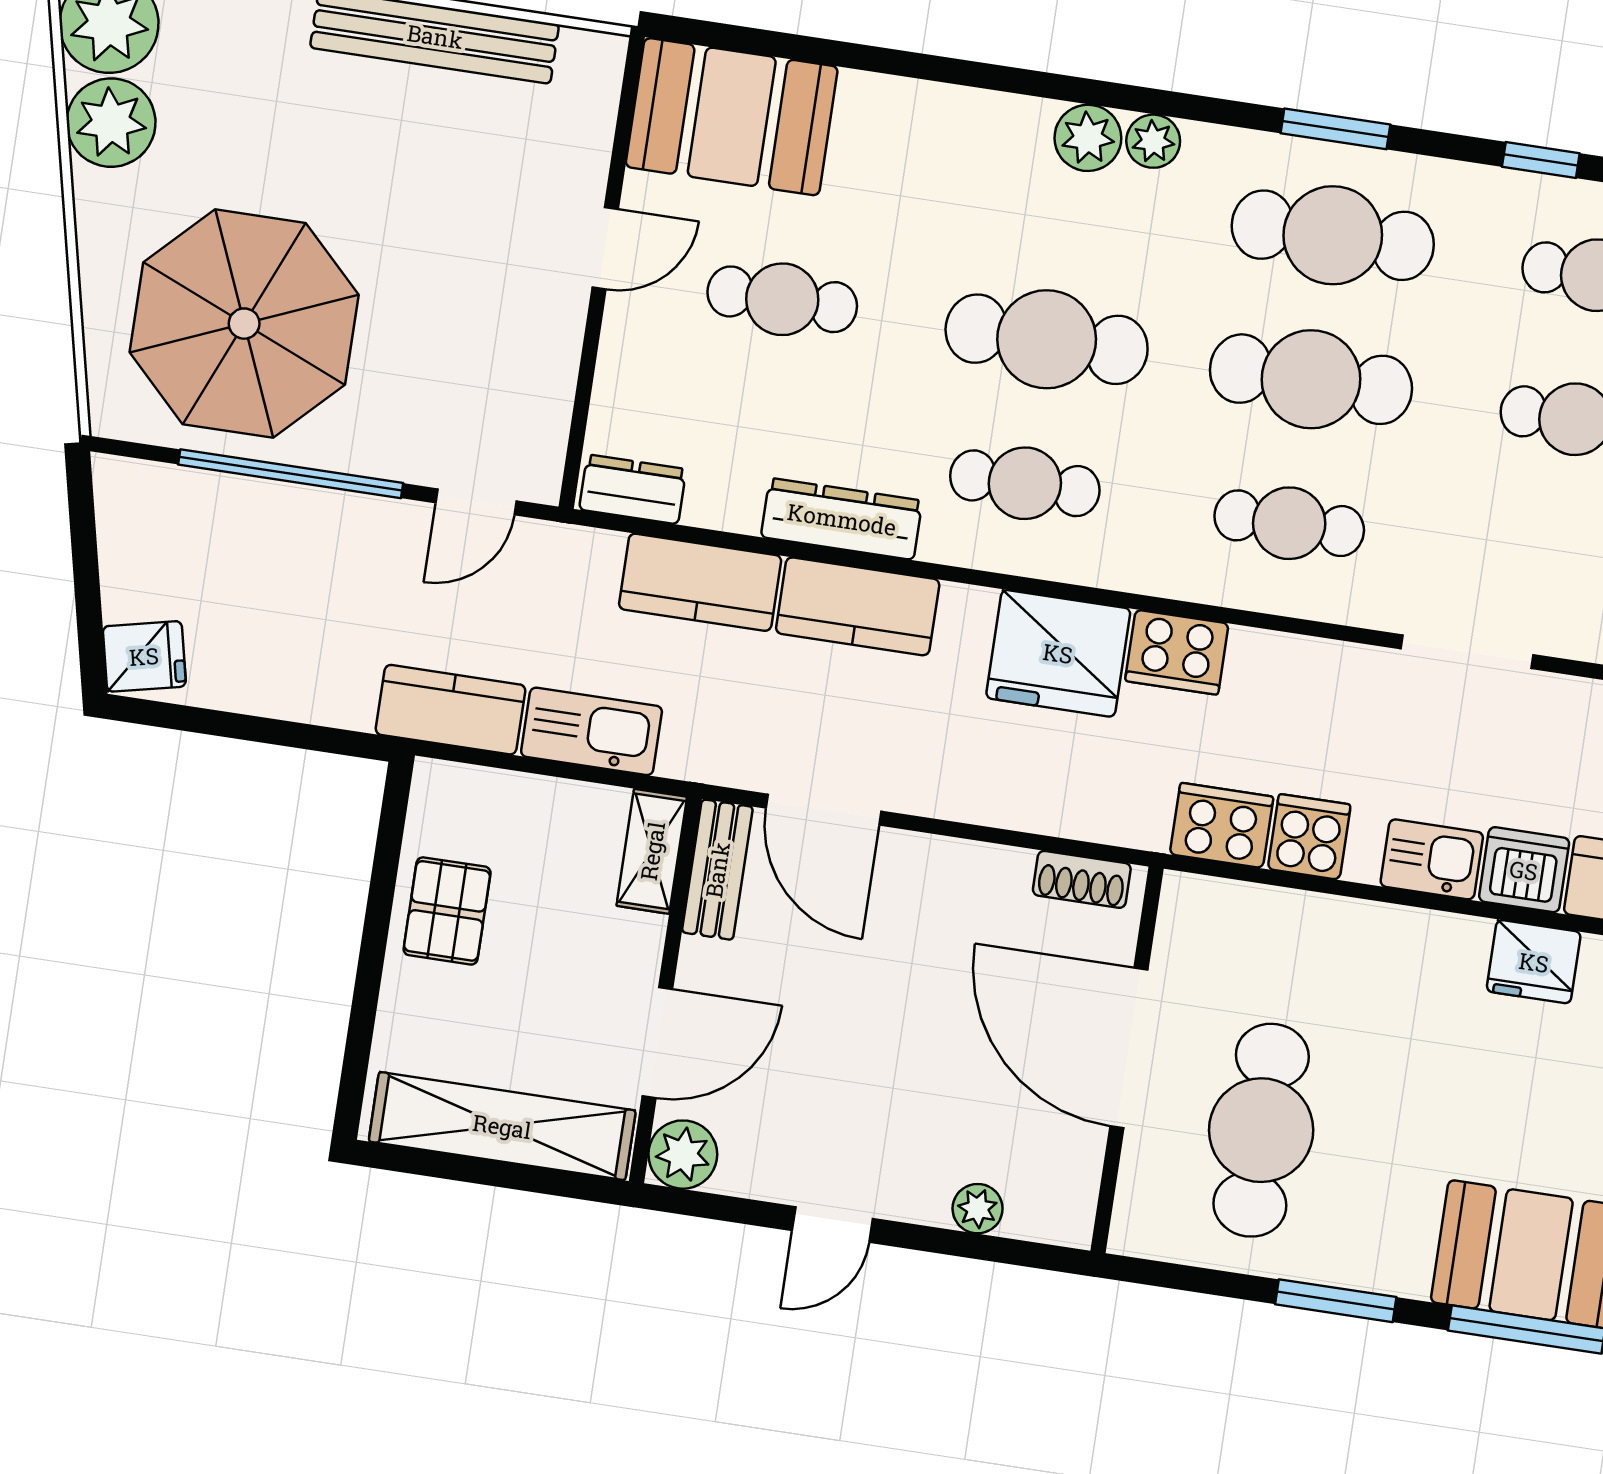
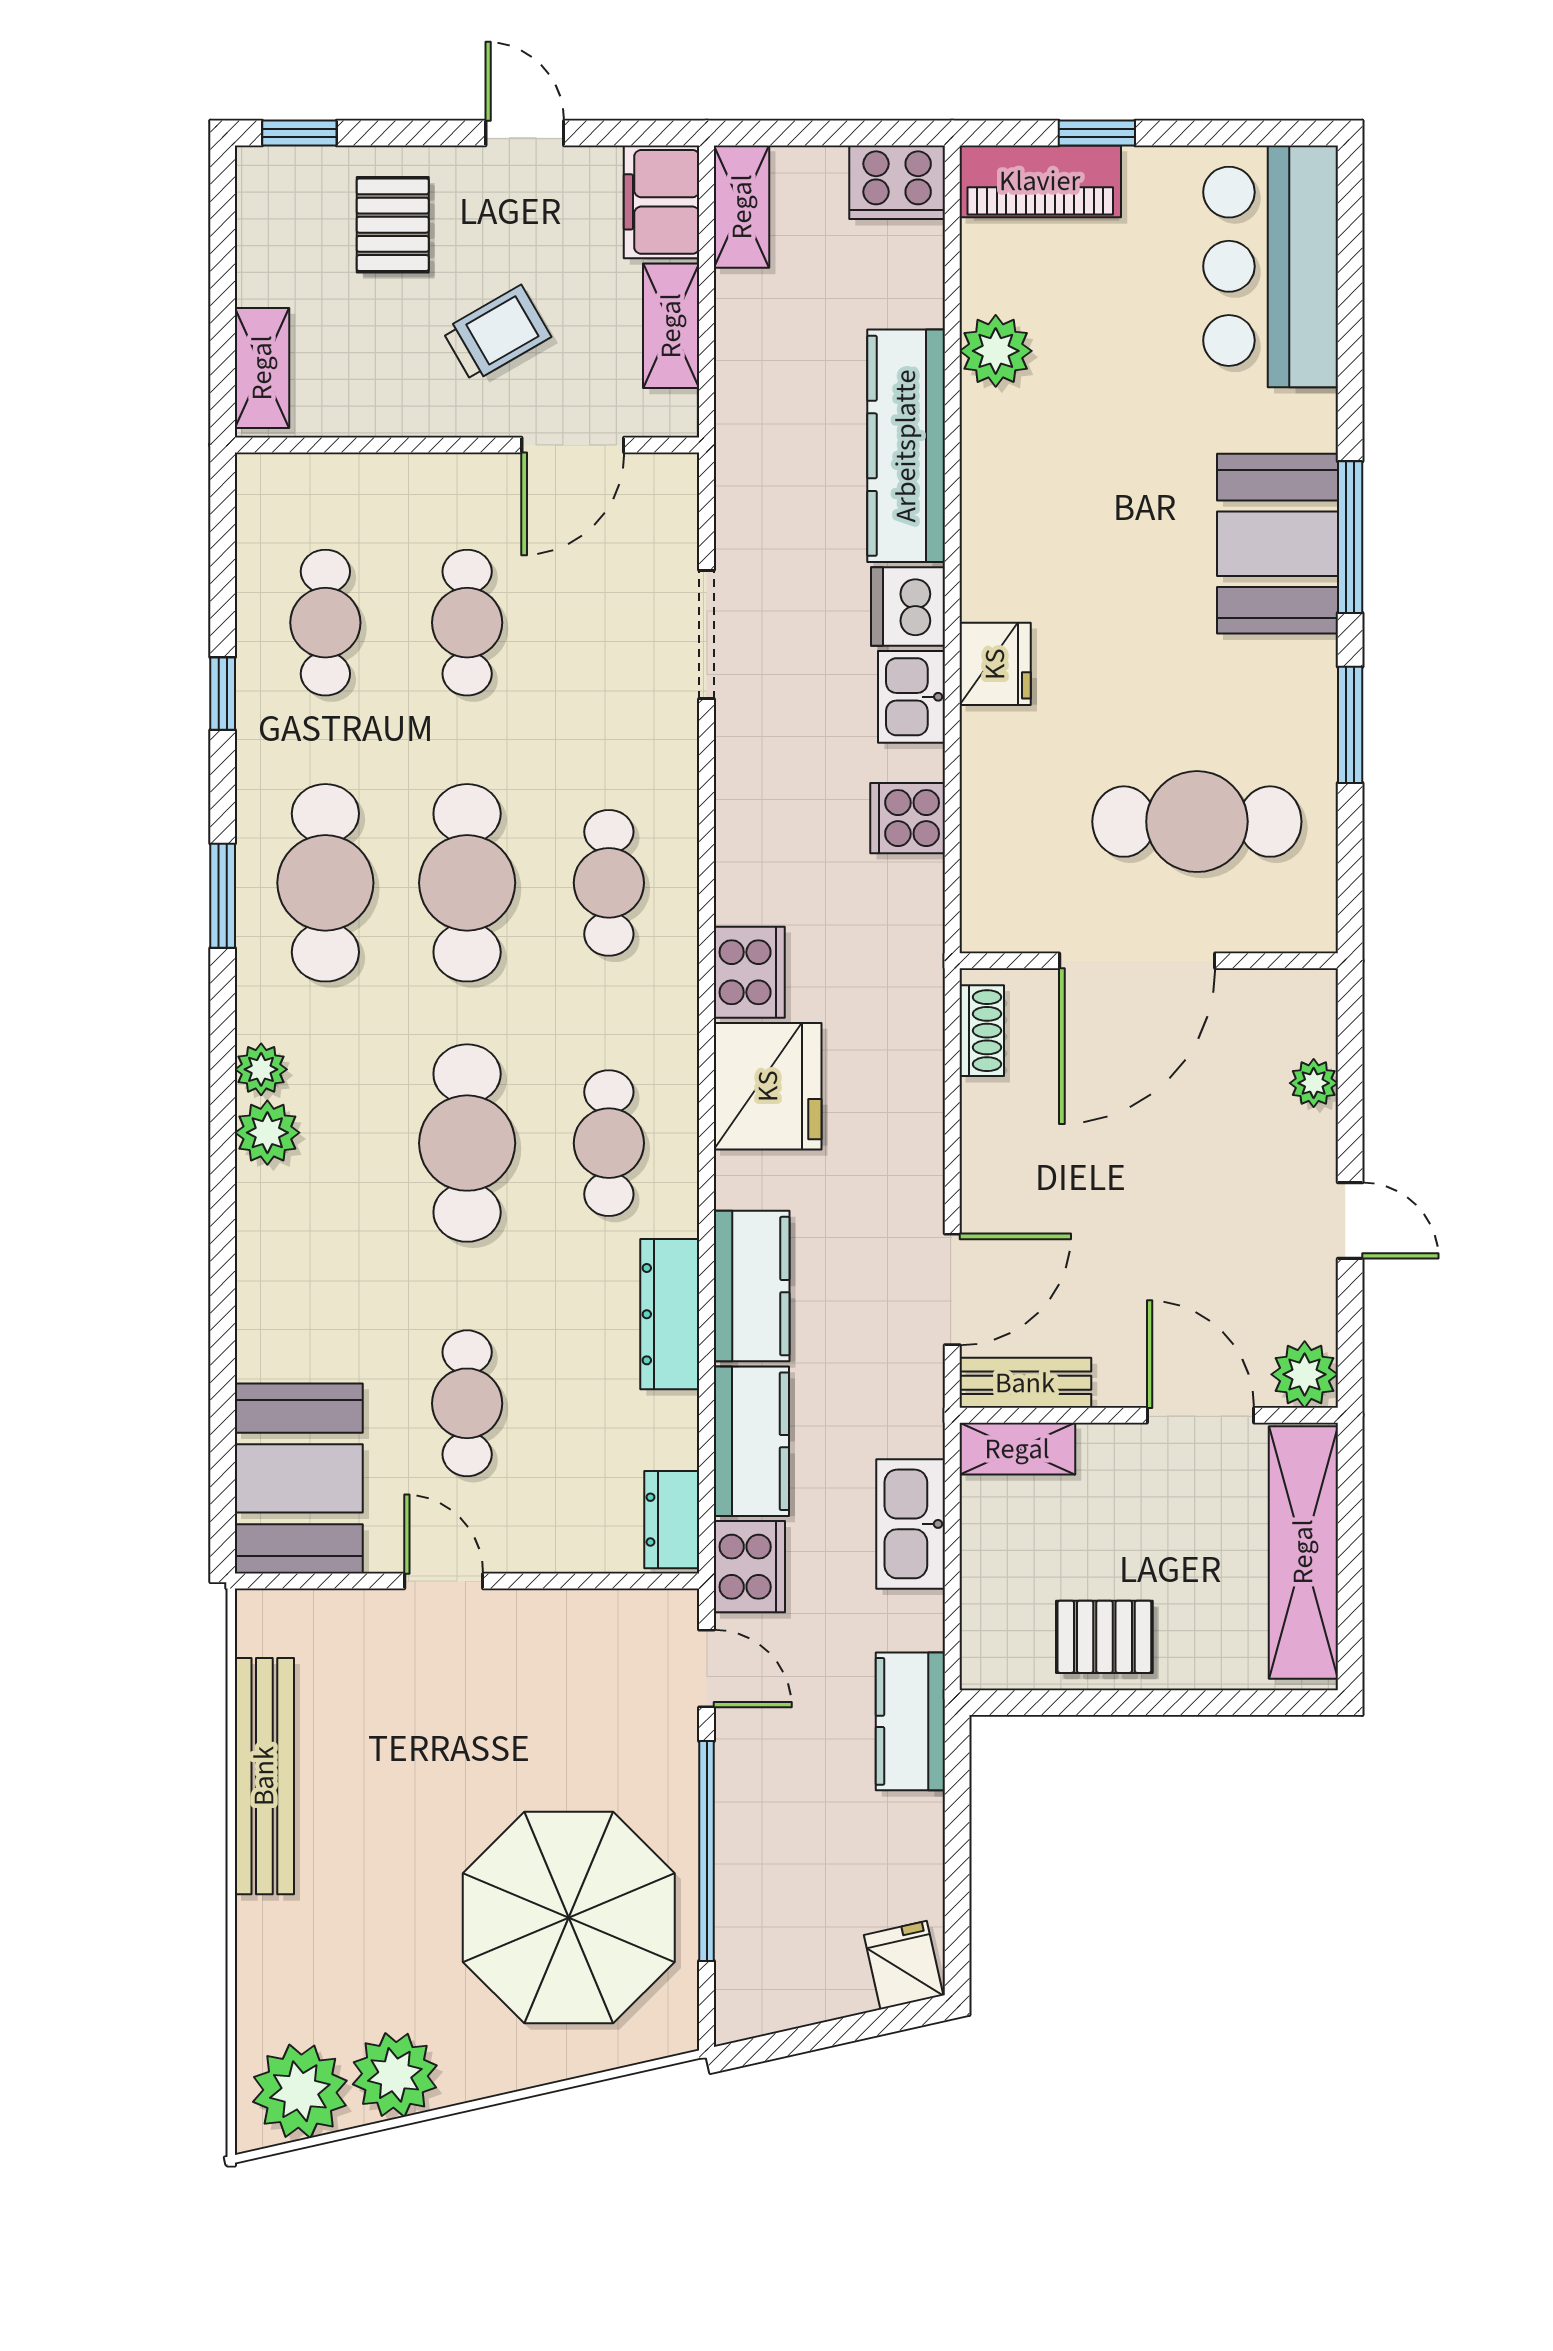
doorway: (1467, 652) -> (707, 635), moved
kitchen counter: (451, 710) -> (910, 1721), moved
cooker: (1222, 825) -> (749, 1567), moved, turned 180
fridge: (1534, 962) -> (995, 664), moved

